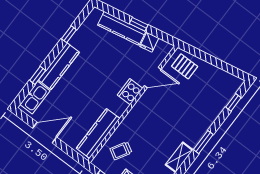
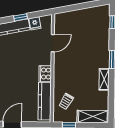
pallet: (185, 66) -> (67, 22), removed
cooker: (130, 92) -> (45, 74), moved

